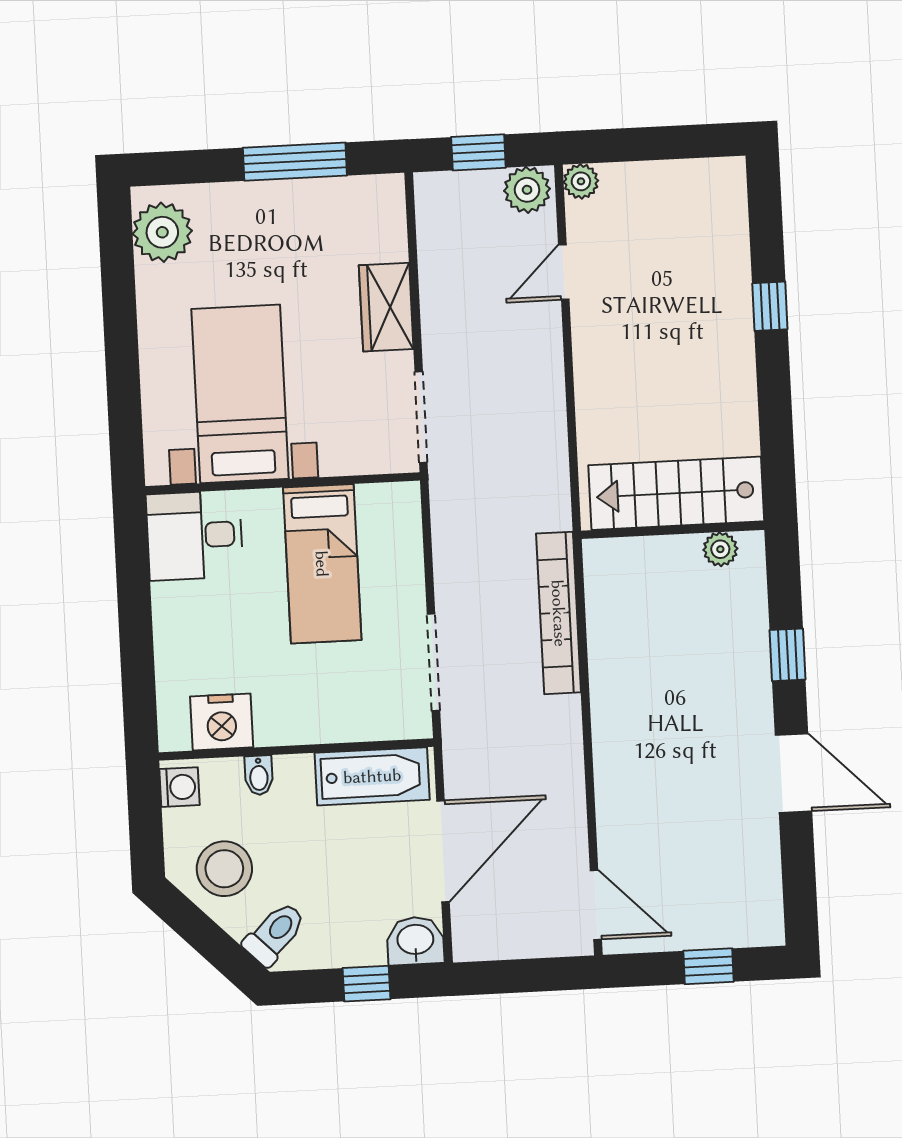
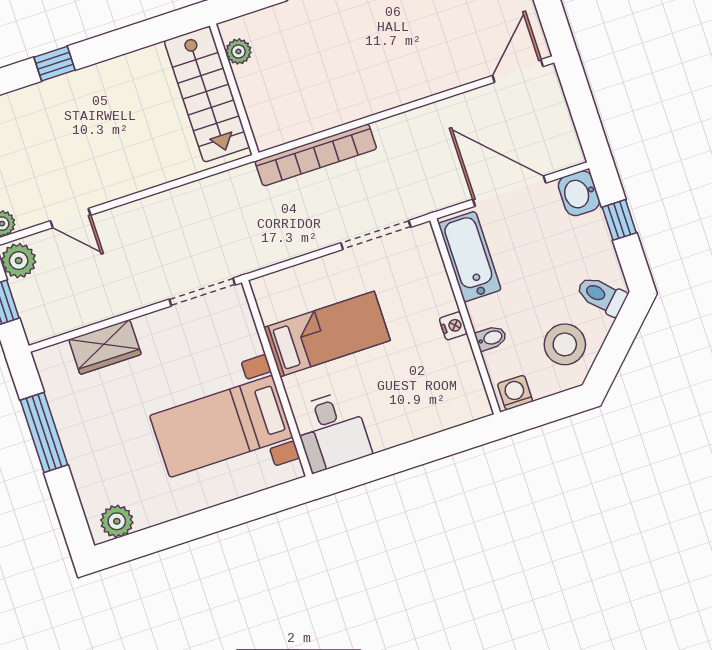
plant: (162, 232) -> (117, 521), width x0.73, depth x0.73
wardrobe: (386, 307) -> (105, 347), moved
nightstand: (222, 722) -> (453, 326), moved, width x0.53, depth x0.56

